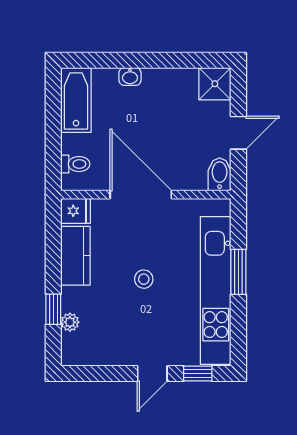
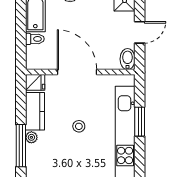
toilet: (75, 164) -> (35, 39), moved
window: (53, 309) -> (21, 146), width x2.17
plant: (70, 322) -> (31, 137), moved

